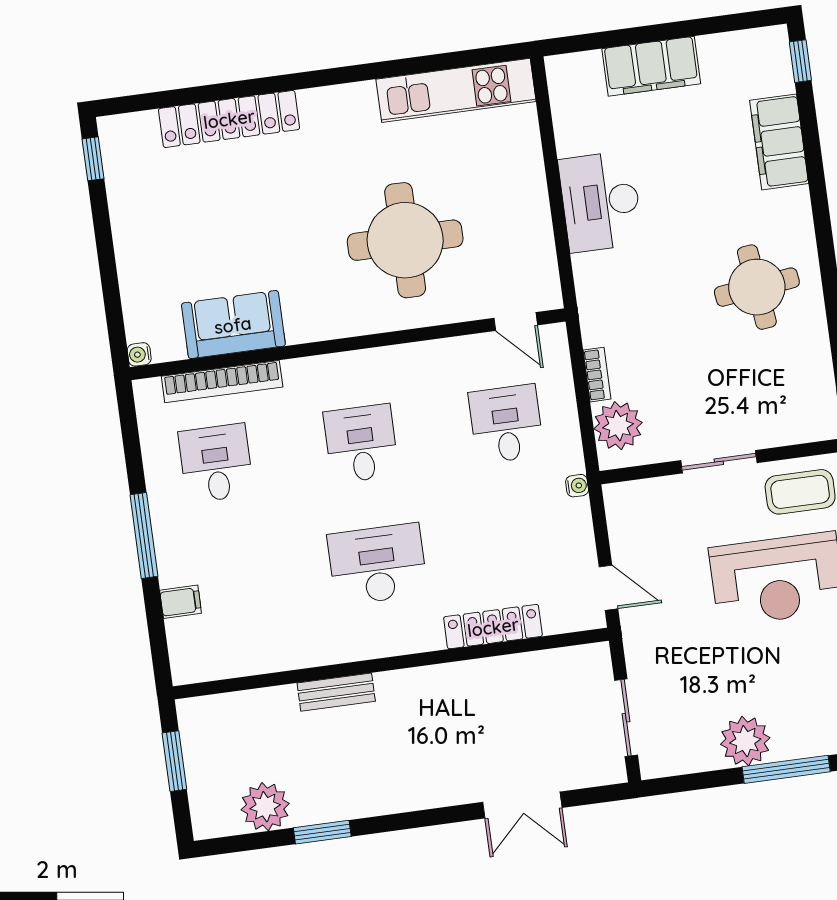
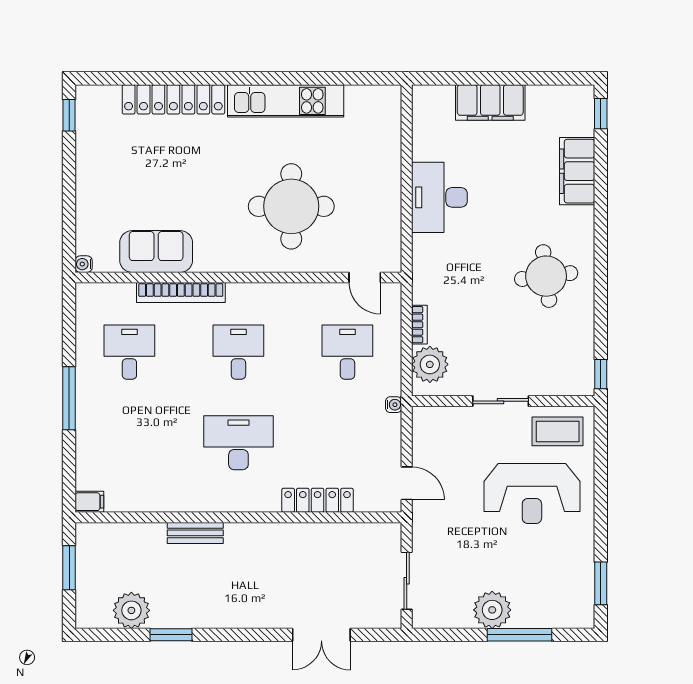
kitchen unit: (456, 90) -> (286, 101), moved
bookcase: (222, 382) -> (181, 292), moved
filing cabinet: (181, 602) -> (89, 502), moved

